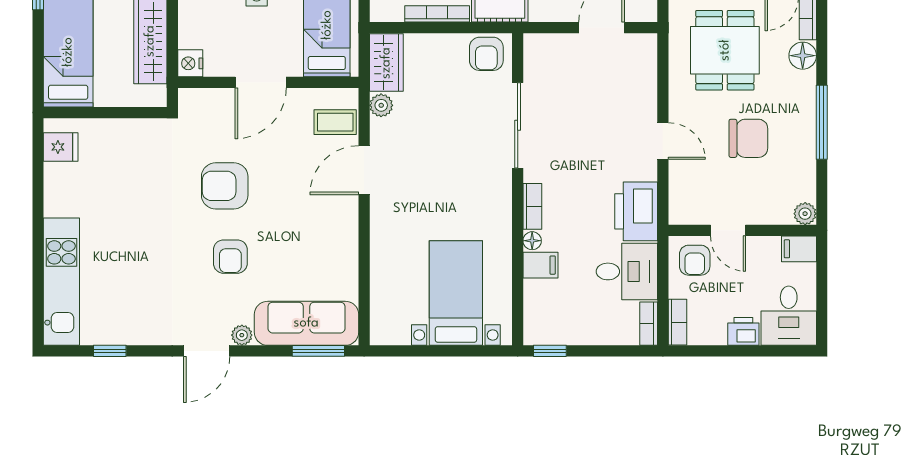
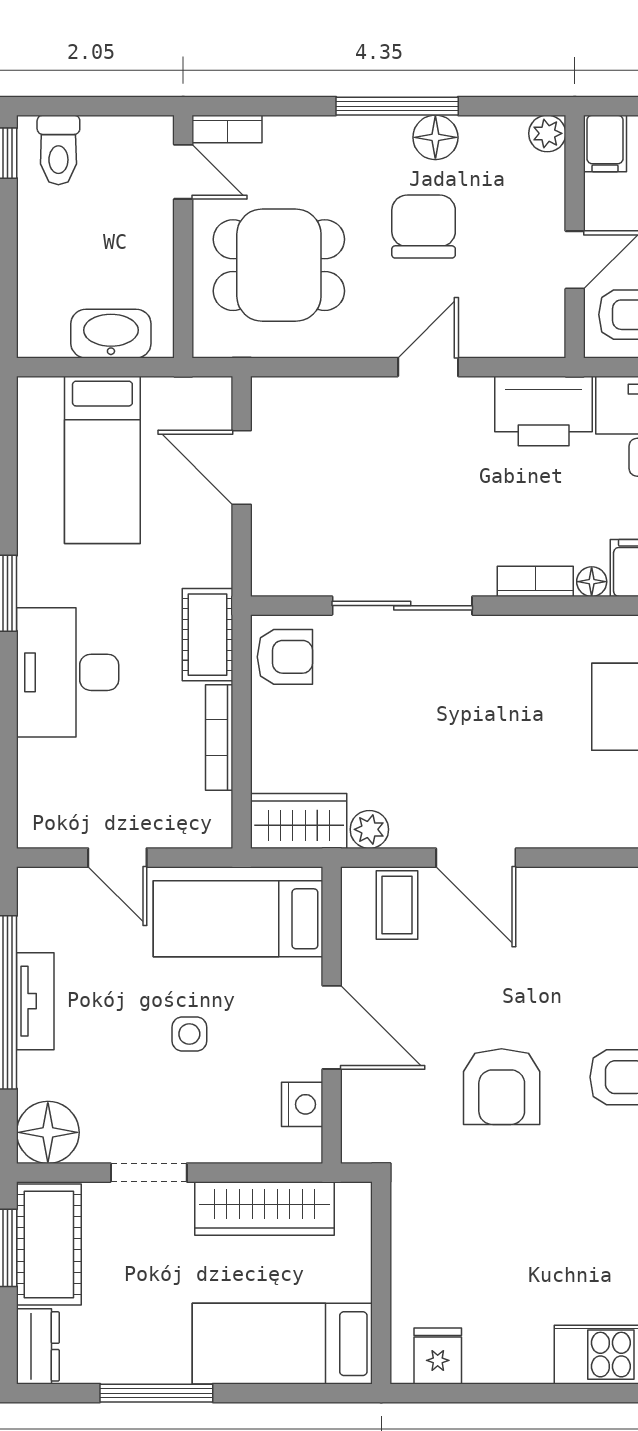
floor lamp: (803, 56) -> (435, 137), moved
nightstand: (190, 63) -> (302, 1104), moved, turned -90

